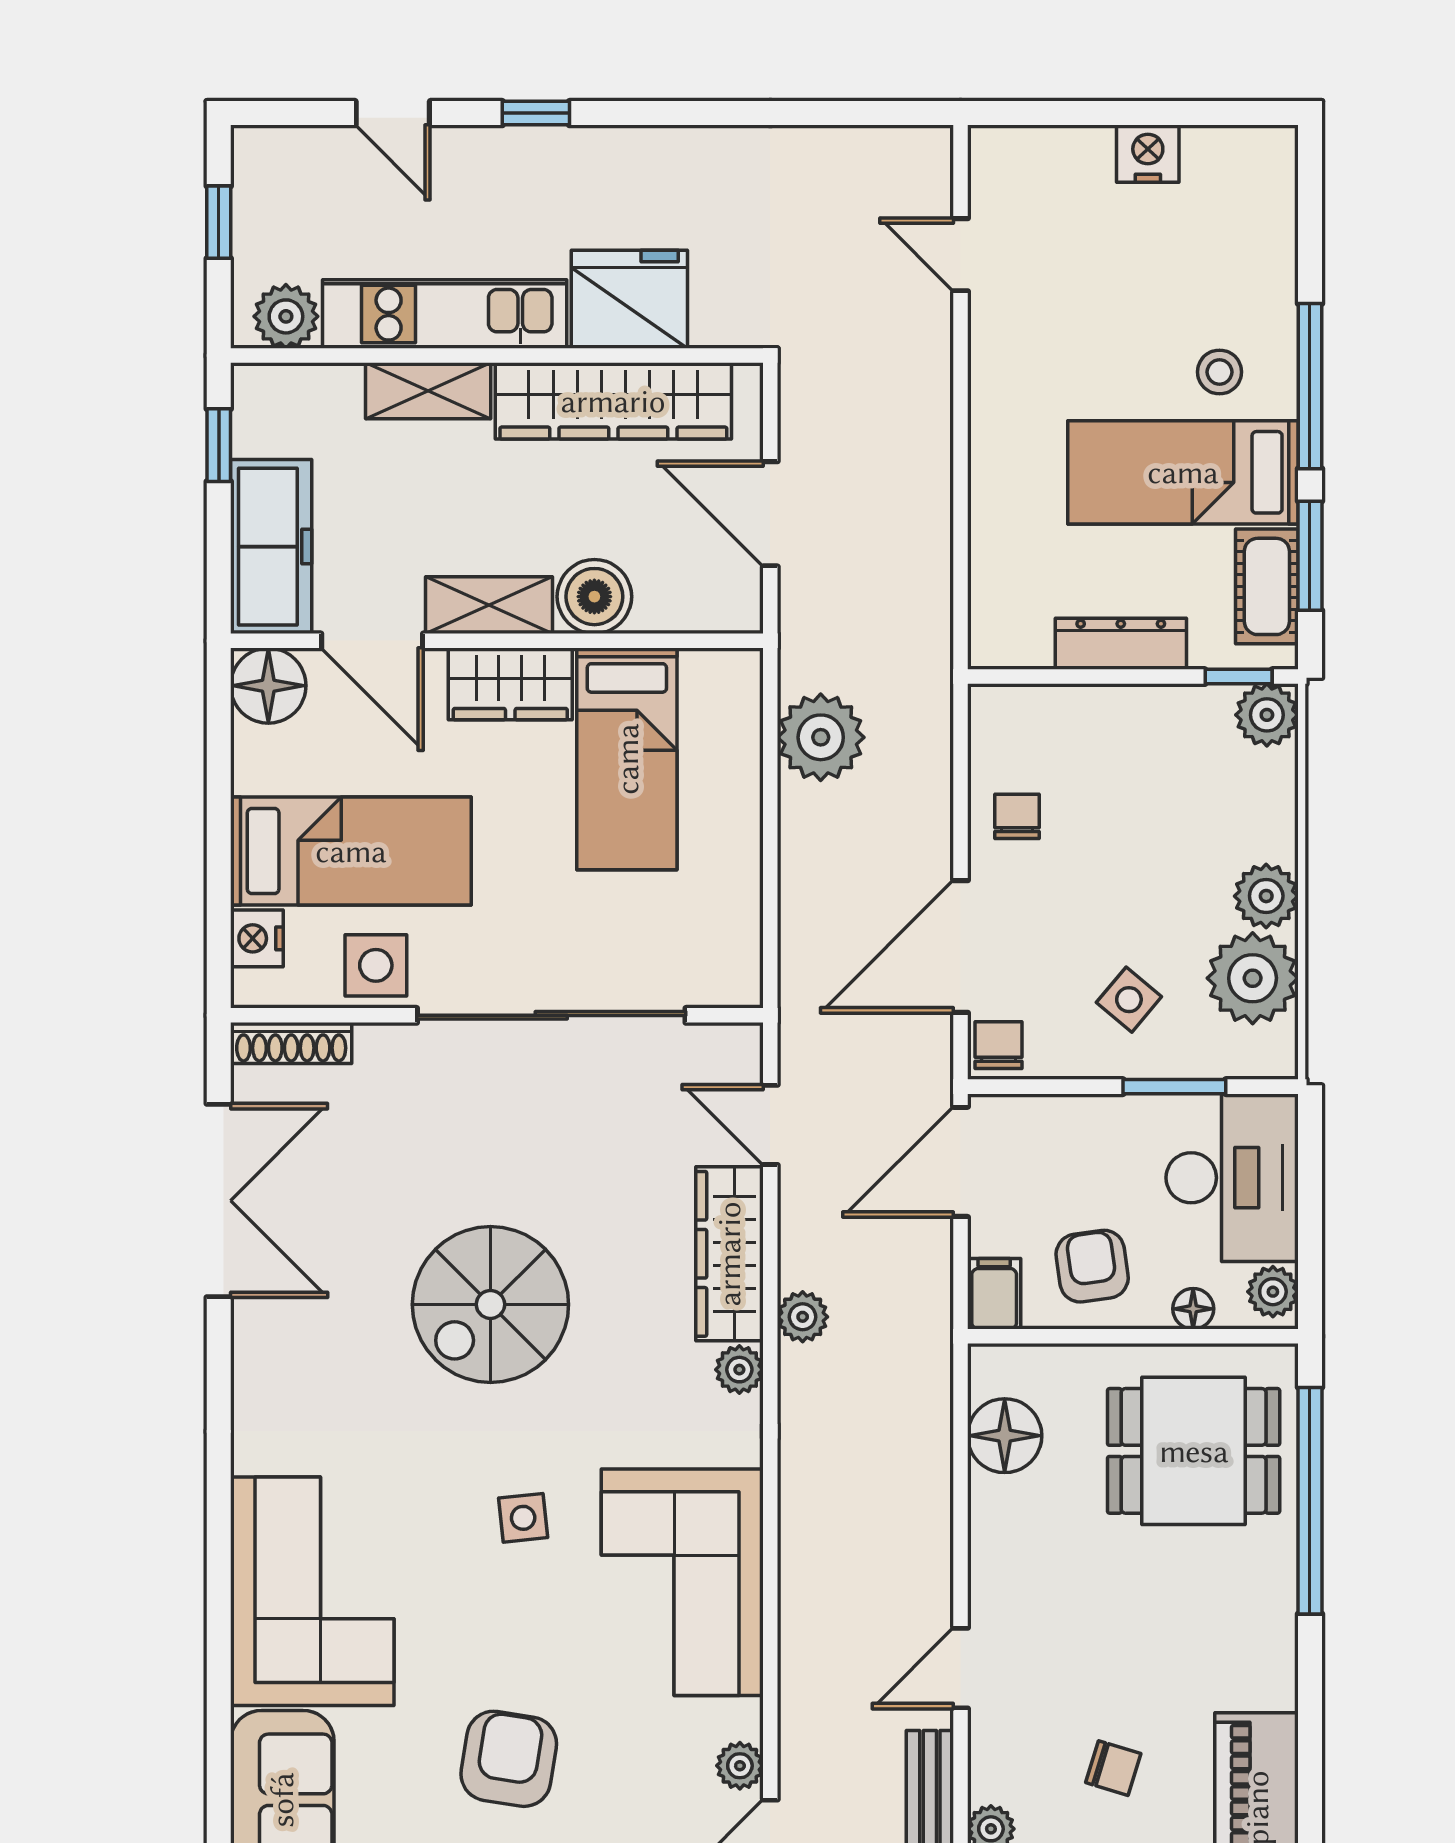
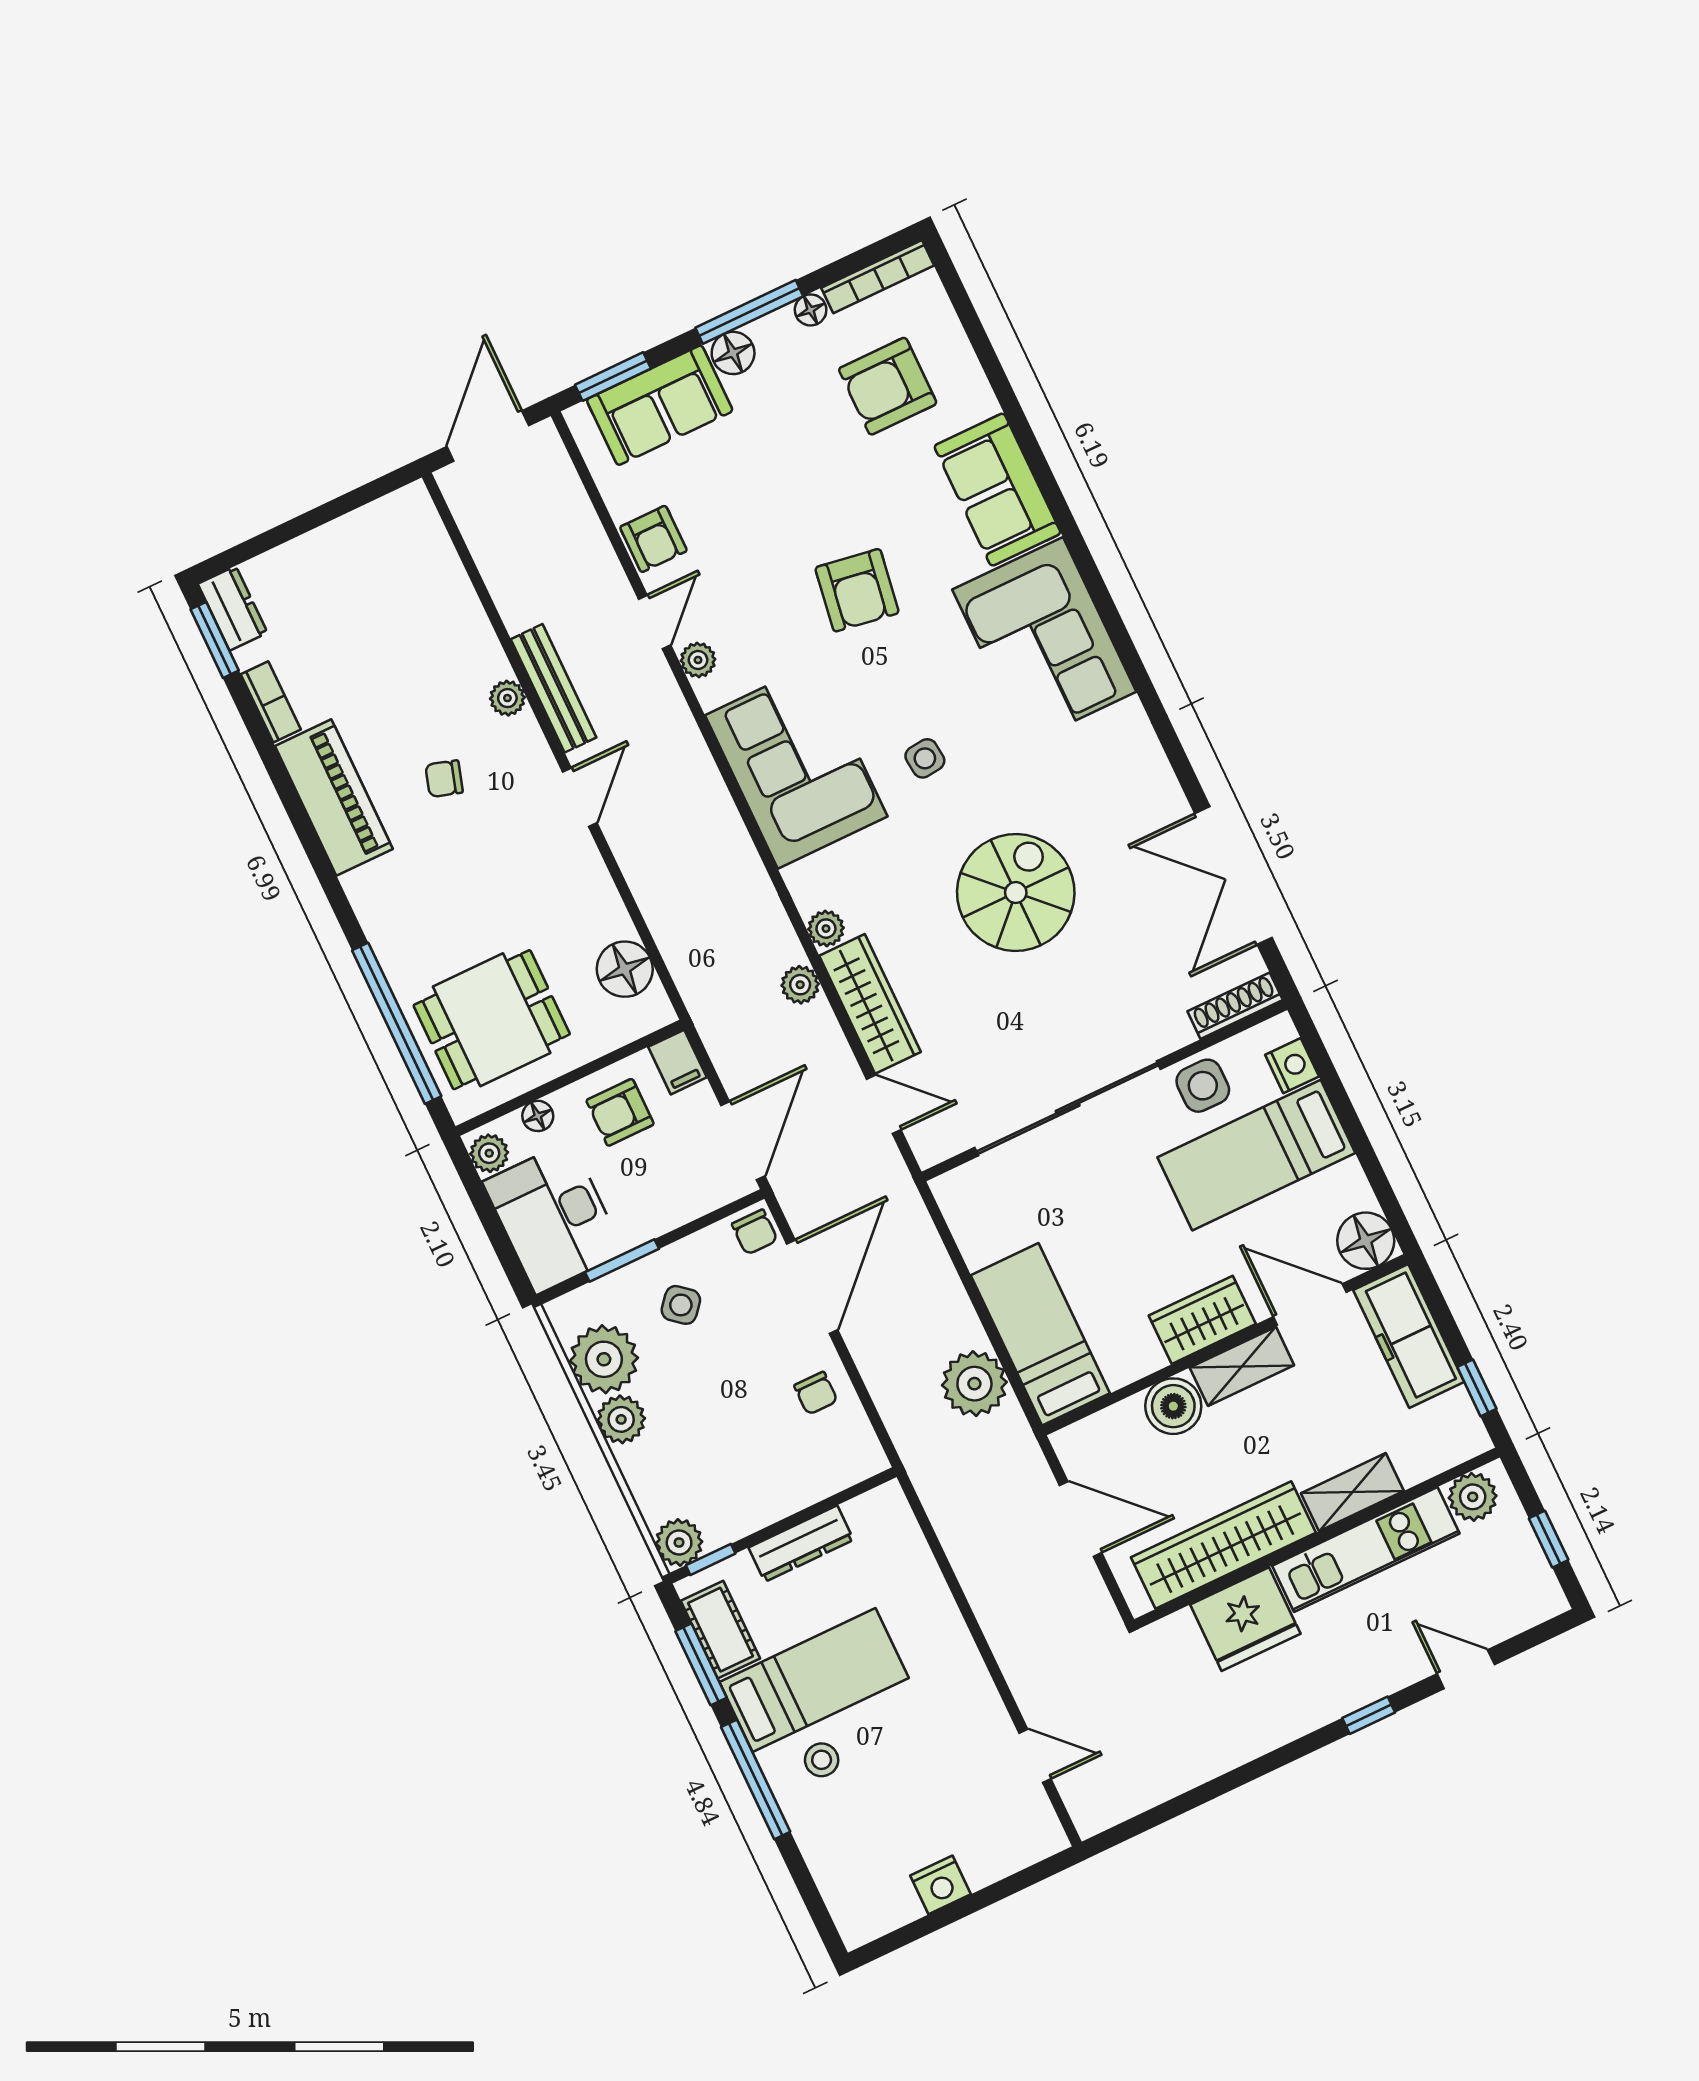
bed: (627, 759) -> (1040, 1334), moved
armchair: (1092, 1266) -> (620, 1112), turned 98

